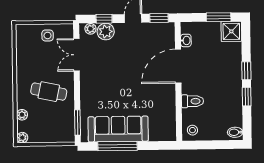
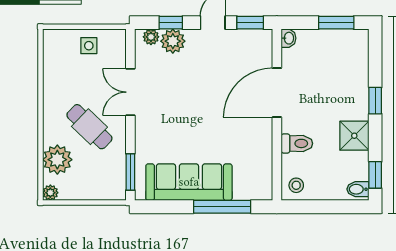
shower: (231, 31) -> (354, 136), moved
washbasin: (186, 40) -> (288, 38), moved
double door: (77, 55) -> (130, 92), moved
cafe table: (49, 92) -> (89, 127), turned 32
window: (247, 97) -> (375, 175), moved
plant: (22, 115) -> (57, 160), width x1.88, depth x1.88
window: (117, 146) -> (222, 207), moved

